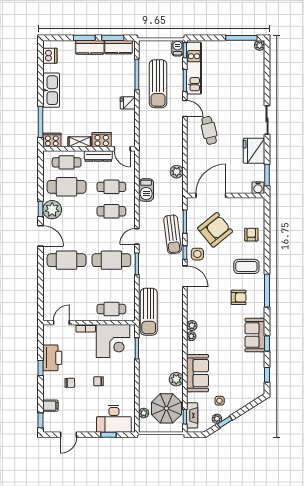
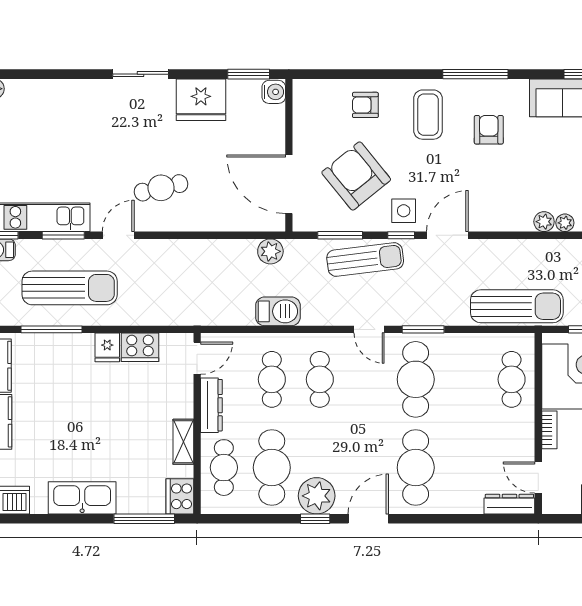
cooker: (102, 140) -> (140, 347), moved, turned -90
plant: (177, 172) -> (270, 251), moved
dresser: (48, 308) -> (509, 504), added

